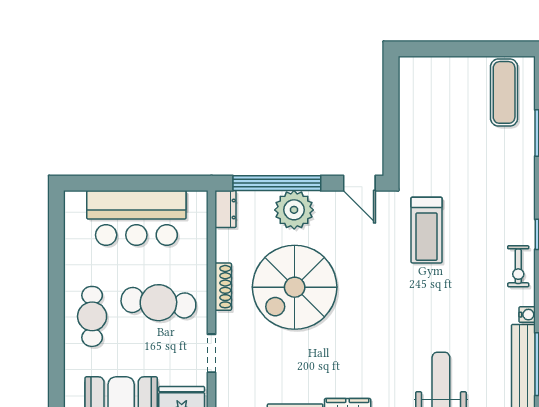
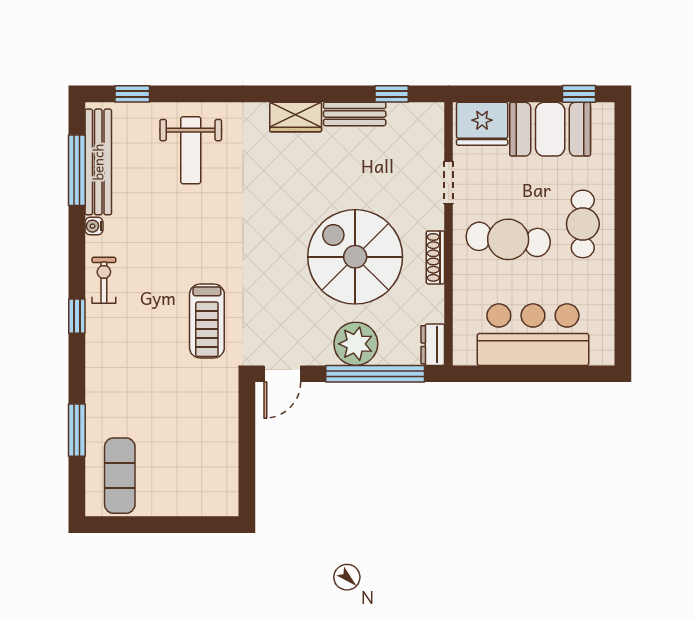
door: (359, 183) -> (282, 374), swing flipped
treadmill: (426, 230) -> (207, 321), turned 180
spiral stairs: (295, 287) -> (355, 257), turned -90

